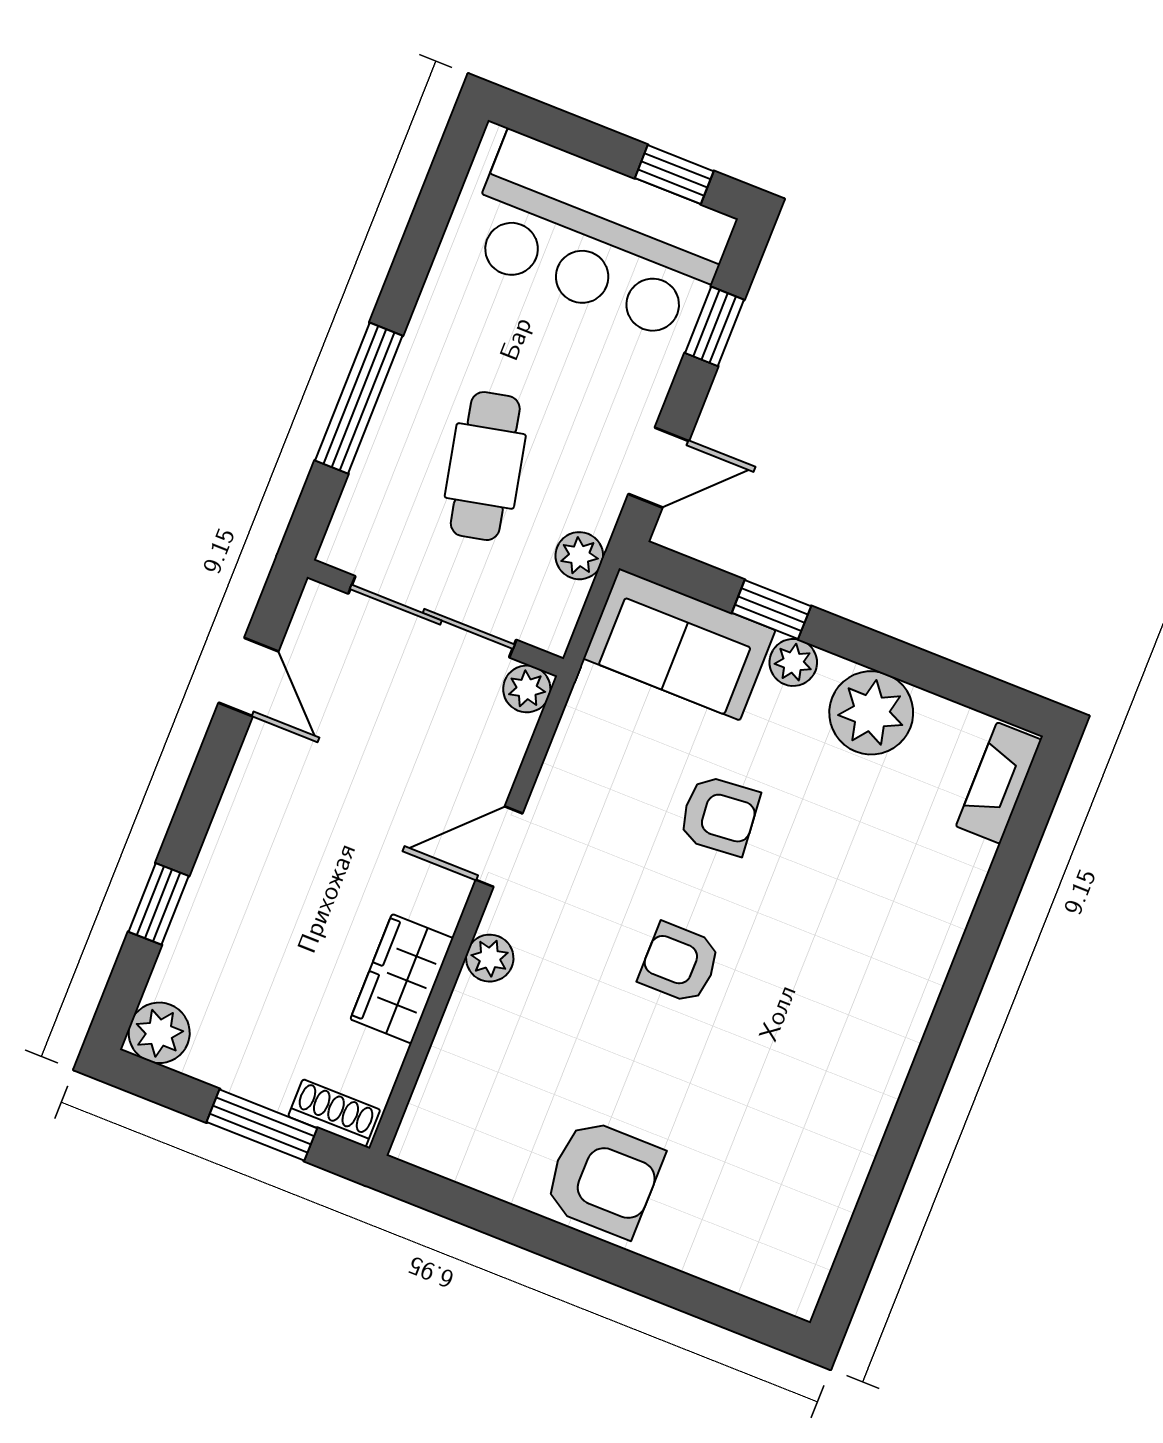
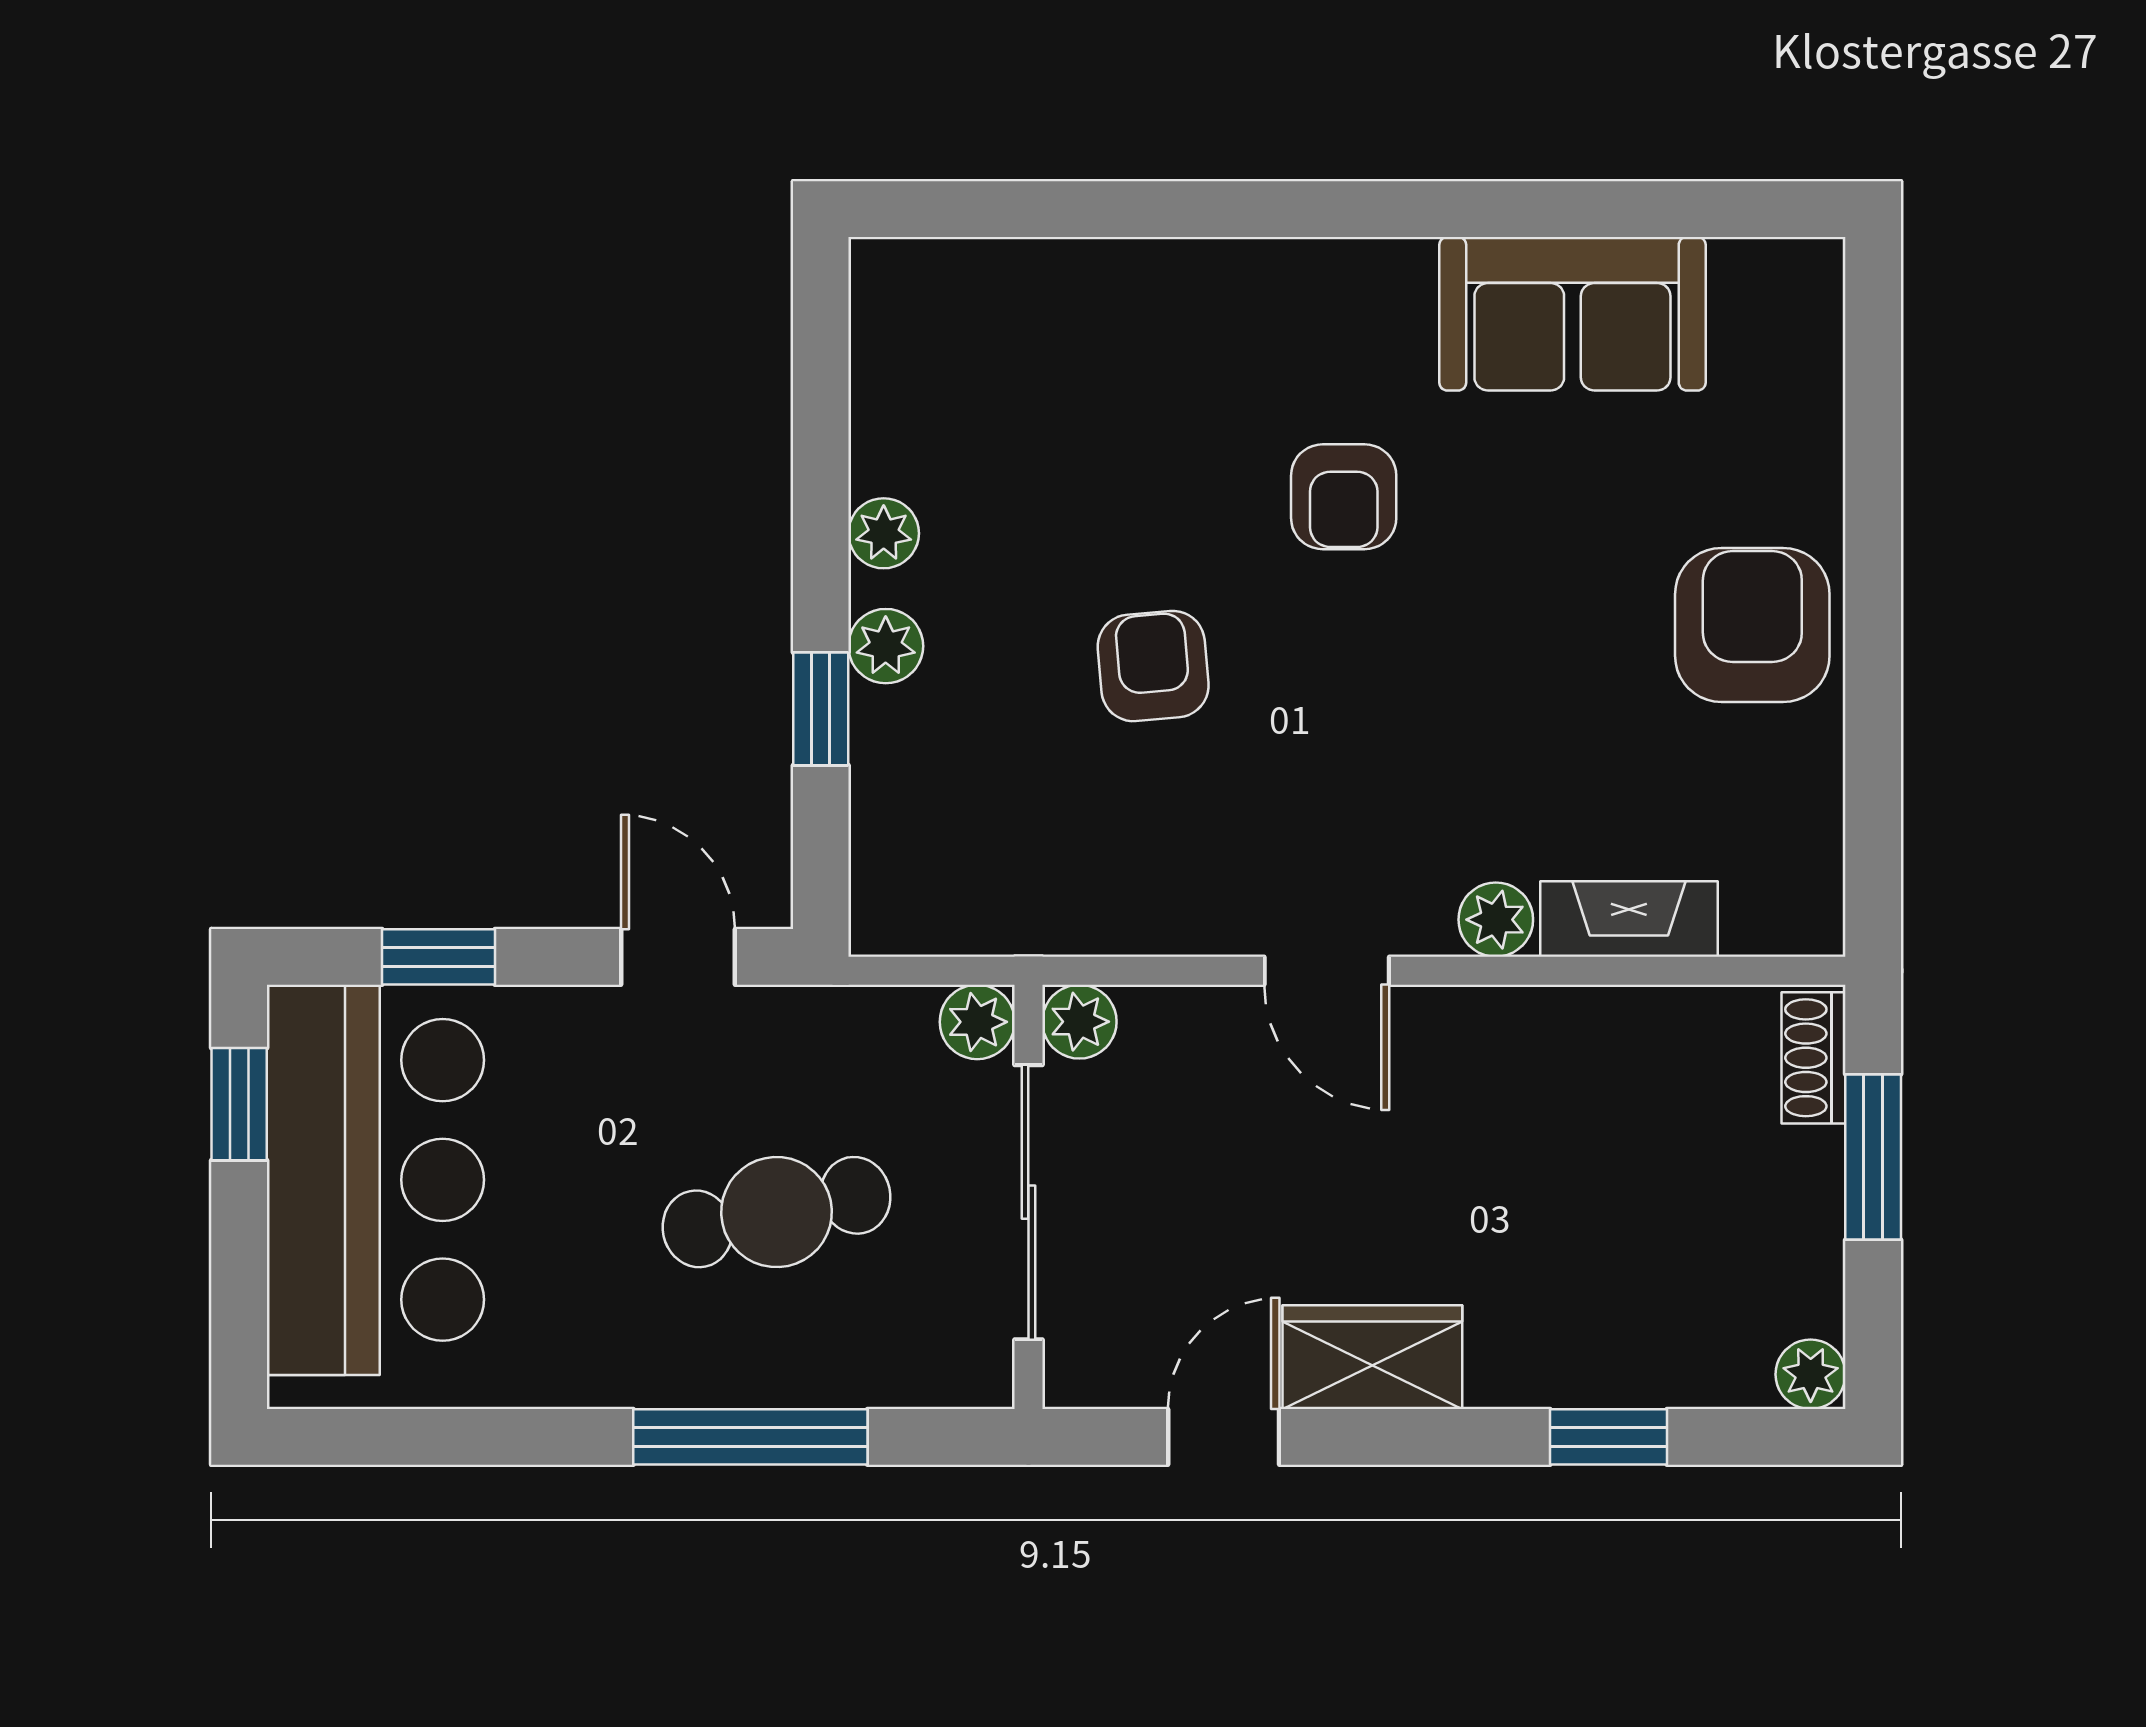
plant: (579, 556) -> (977, 1022), moved
sofa: (679, 644) -> (1572, 314), moved, turned 90
plant: (871, 713) -> (884, 533), width x0.53, depth x0.53
fireplace: (999, 783) -> (1629, 919), moved, turned 180
armchair: (680, 963) -> (1344, 497), moved
wardrobe: (402, 979) -> (1372, 1357), moved, turned 180
plant: (159, 1033) -> (1811, 1374), width x0.73, depth x0.73

